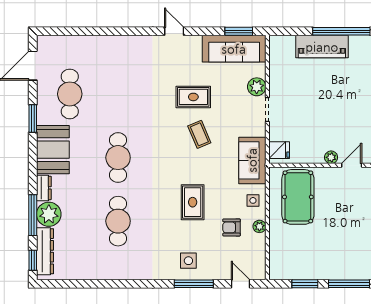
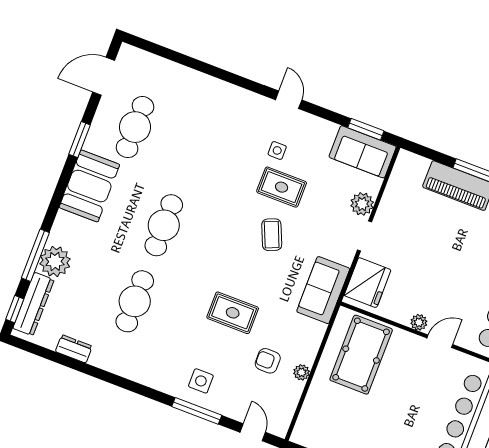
sofa: (234, 49) -> (363, 152), width x0.73
fridge: (279, 150) -> (368, 283), width x1.88, depth x1.34
dresser: (44, 188) -> (74, 349), moved, turned -90
side table: (253, 200) -> (277, 150), moved
rug: (193, 202) -> (233, 313), turned 90

